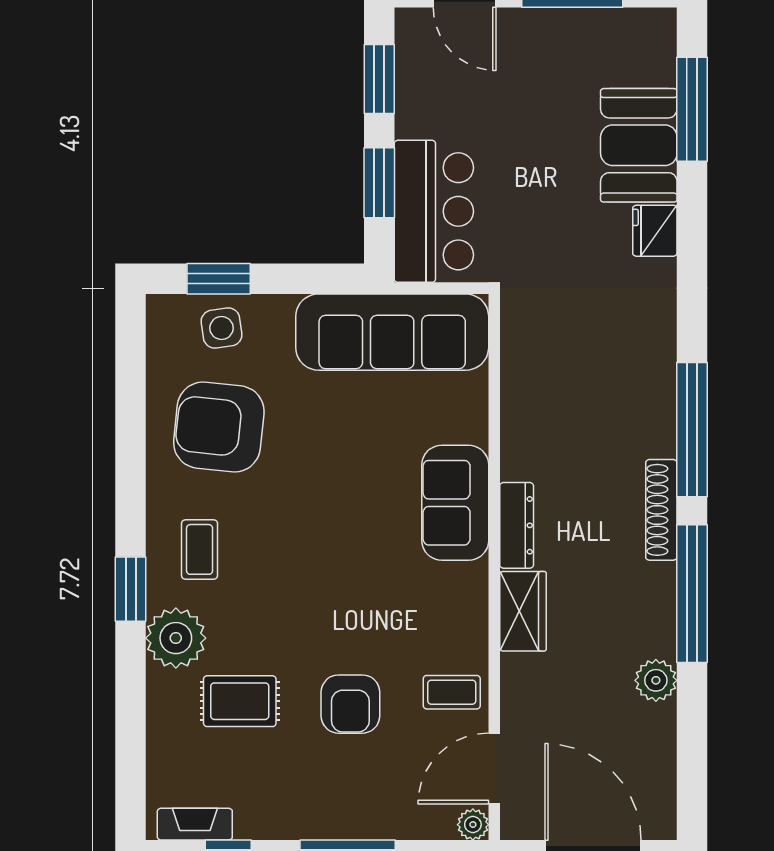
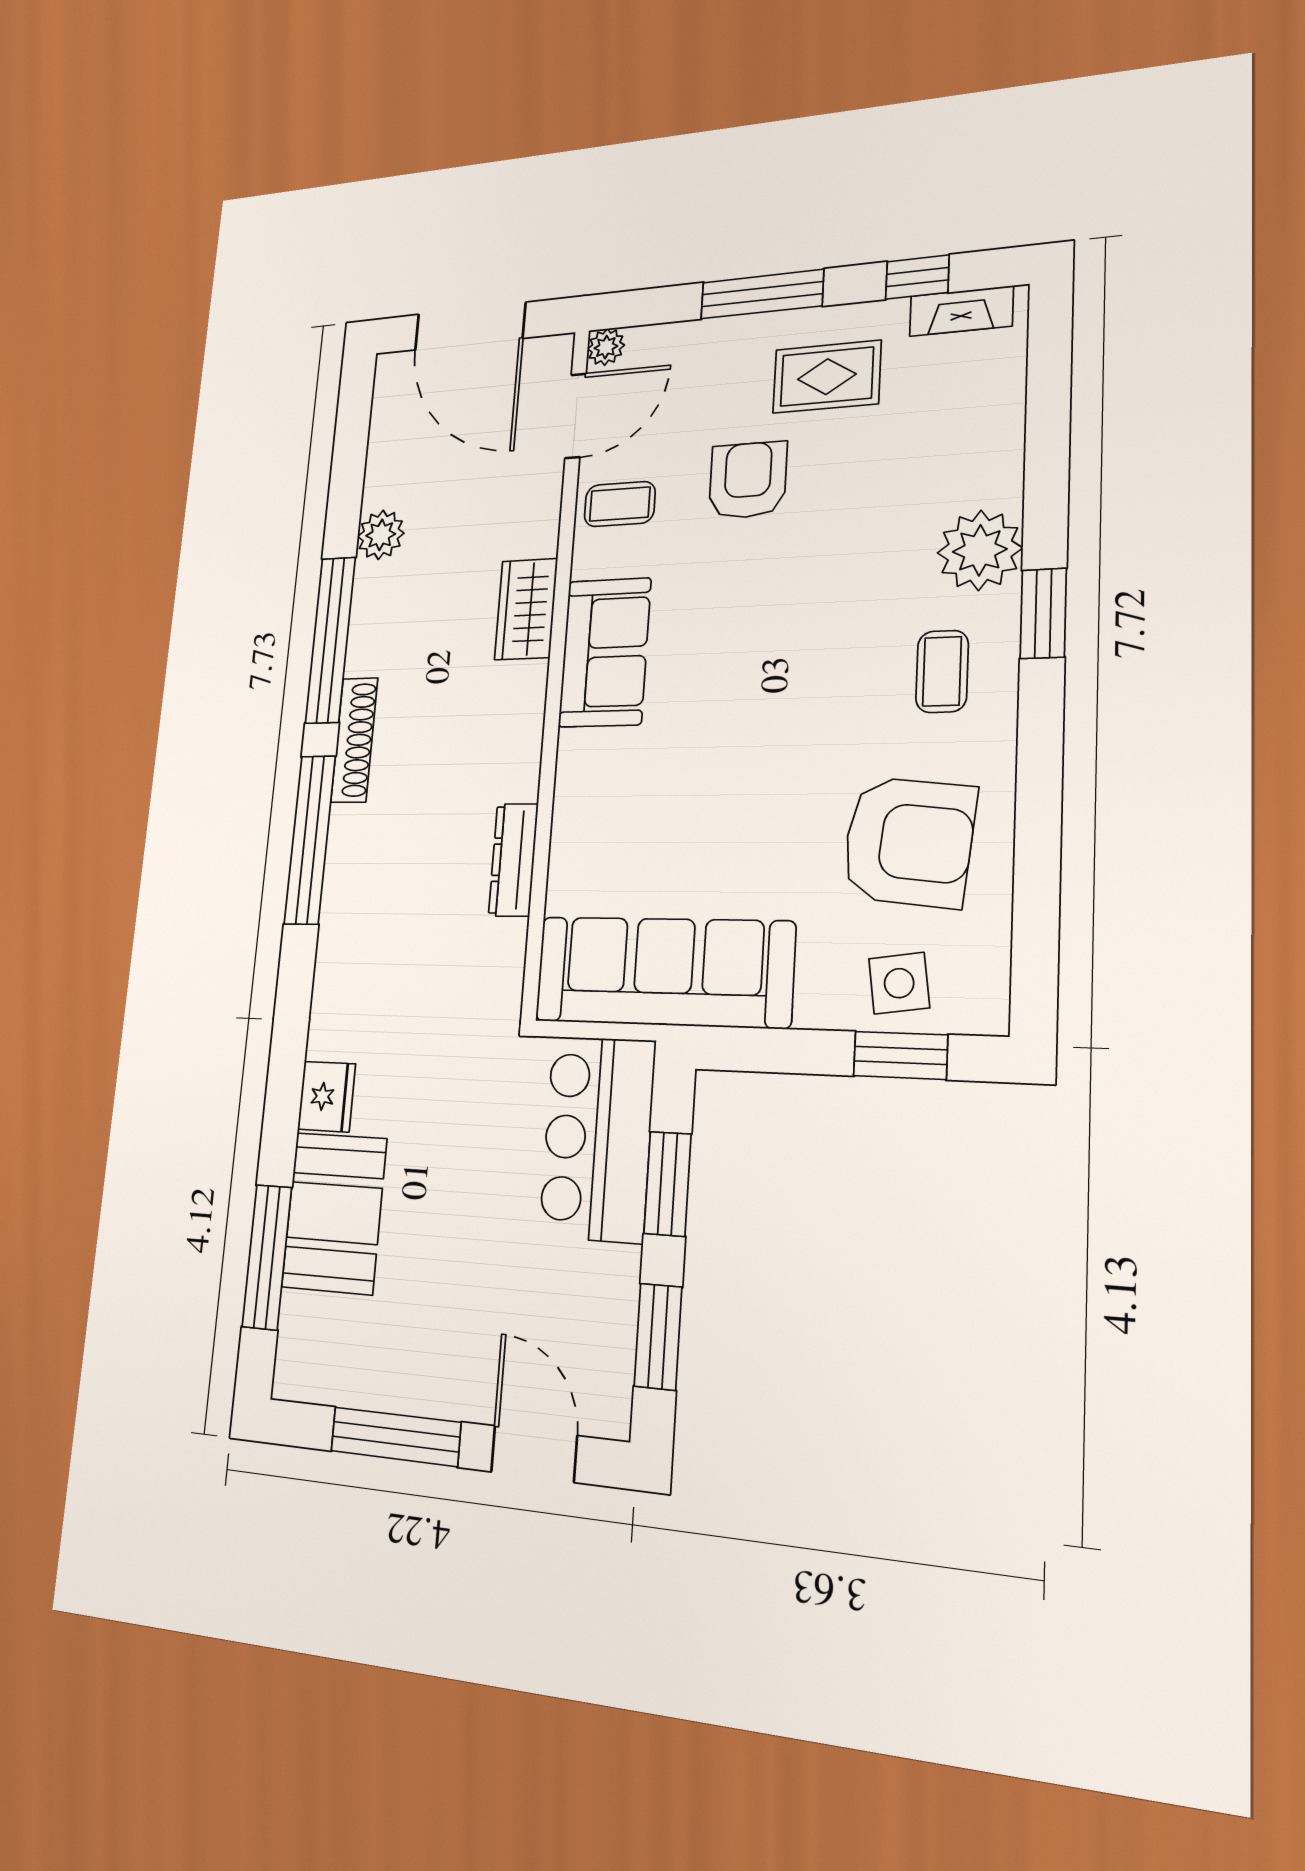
sofa: (455, 503) -> (605, 652), moved
dresser: (517, 525) -> (513, 860), moved
rug: (240, 701) -> (827, 377), moved

